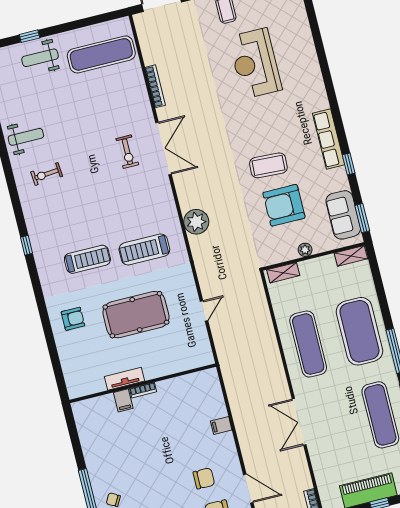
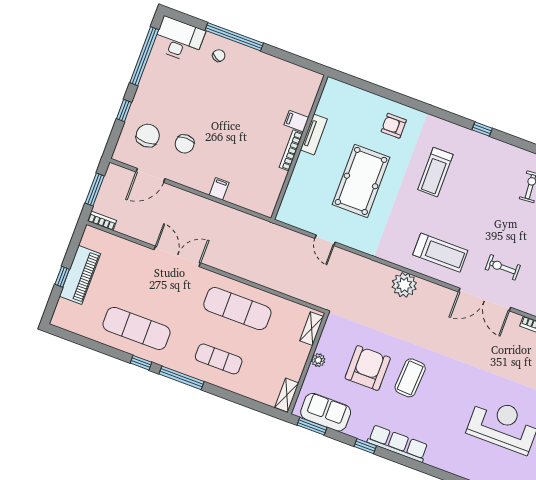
treadmill: (144, 249) -> (440, 253), moved, turned 90
armchair: (73, 319) -> (394, 126), turned 90
exercise mat: (359, 331) -> (219, 359), width x0.50, depth x0.69
bookcase: (143, 390) -> (291, 150), width x1.56

